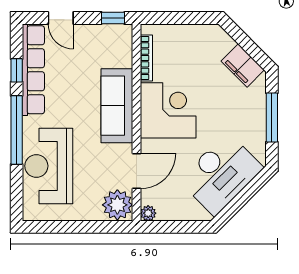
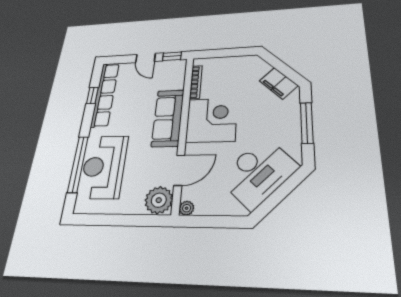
door: (61, 18) -> (145, 58), moved
window: (17, 130) -> (78, 164), moved

